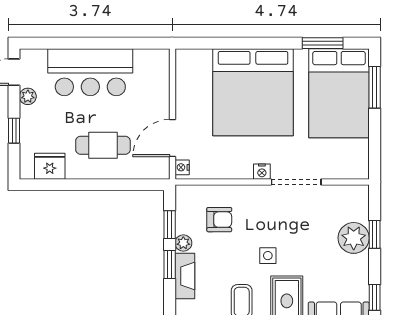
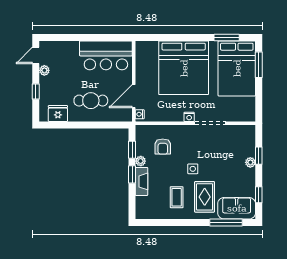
bar counter: (90, 72) -> (106, 55), moved
armchair: (219, 220) -> (163, 147), turned 90
plant: (354, 238) -> (250, 162), width x0.53, depth x0.53

